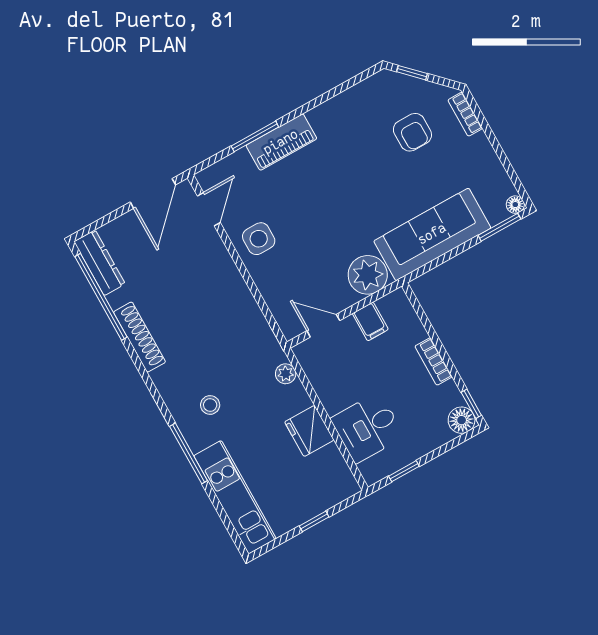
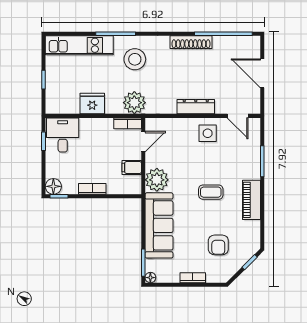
bookcase: (465, 114) -> (193, 278), moved
armchair: (412, 132) -> (218, 245), turned -90
piano: (281, 142) -> (252, 200), moved
coffee table: (342, 186) -> (211, 192), added
door: (153, 193) -> (262, 73), moved
dresser: (100, 263) -> (196, 107), moved, turned 180
bookcase: (309, 363) -> (128, 123), added
plant: (286, 374) -> (134, 103), width x1.87, depth x1.87
stool: (210, 405) -> (135, 59), width x1.89, depth x1.89
desk: (367, 428) -> (63, 135), moved

